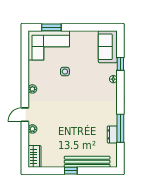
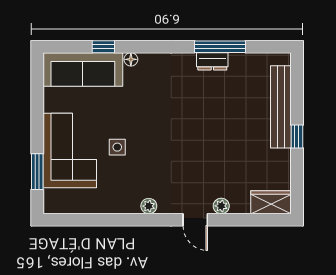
corner sofa: (49, 45) -> (70, 151), moved
sofa: (108, 47) -> (83, 69), width x1.36
dresser: (112, 134) -> (212, 61), moved

